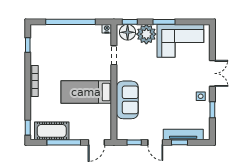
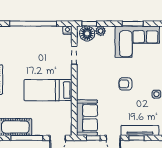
window: (164, 22) -> (133, 24), moved
plant: (146, 34) -> (101, 31), width x0.53, depth x0.53
armchair: (168, 86) -> (125, 84), added
sofa: (127, 100) -> (87, 118), moved

